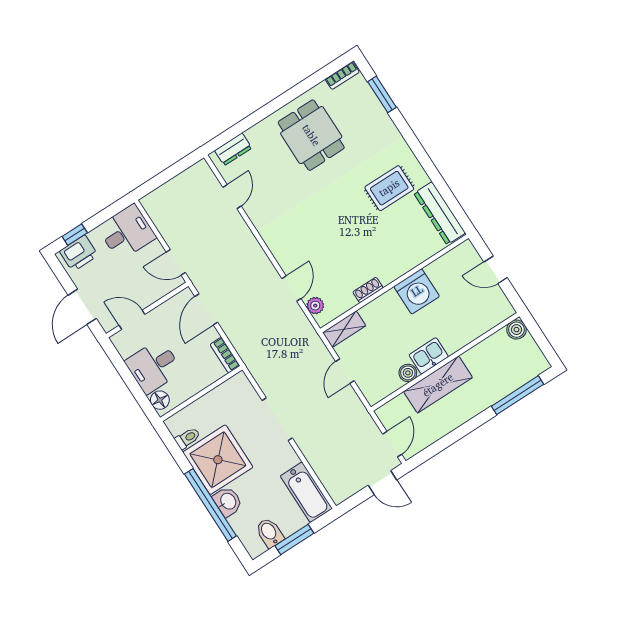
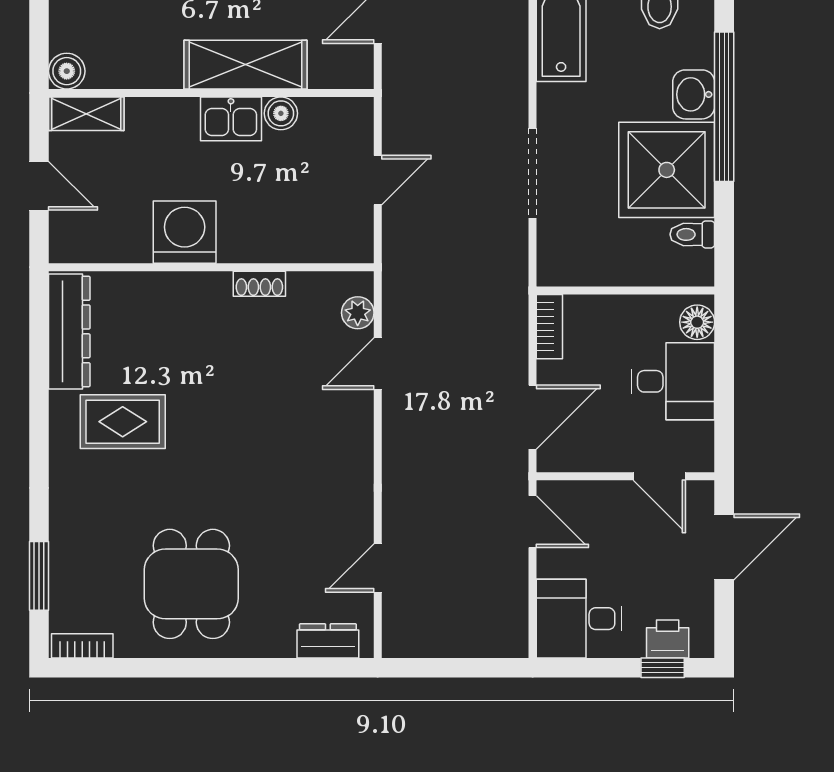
printer: (79, 253) -> (668, 639), width x0.73, depth x0.81
shelving: (344, 329) -> (86, 114), moved

